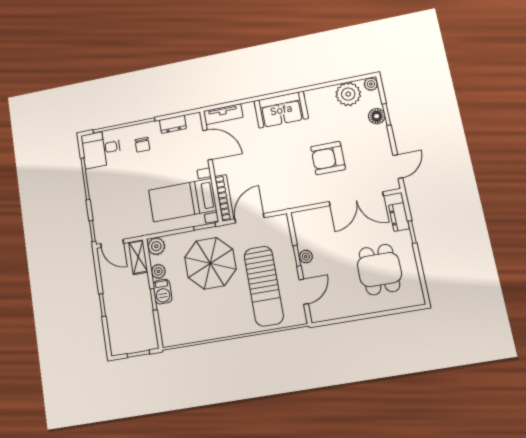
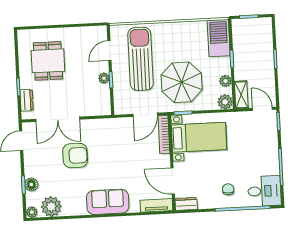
dresser: (173, 124) -> (186, 204), moved
double door: (356, 199) -> (58, 119), swing flipped
barbecue: (163, 292) -> (219, 38), moved, width x1.88, depth x1.53

